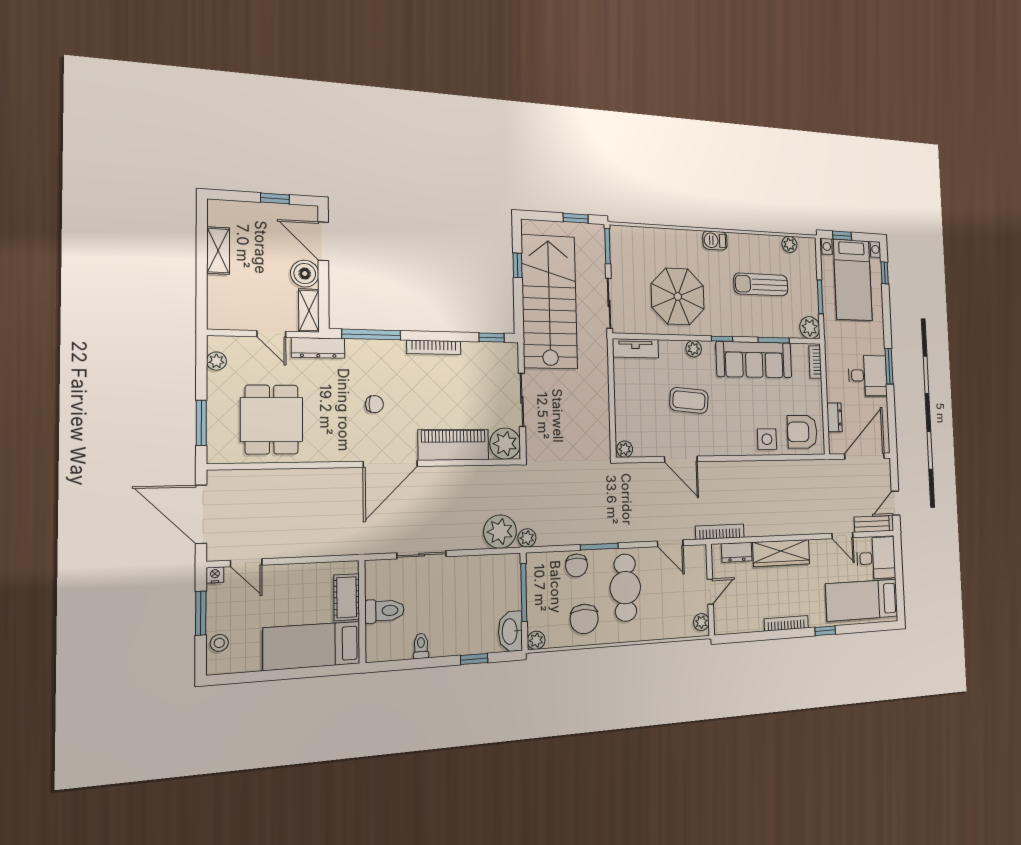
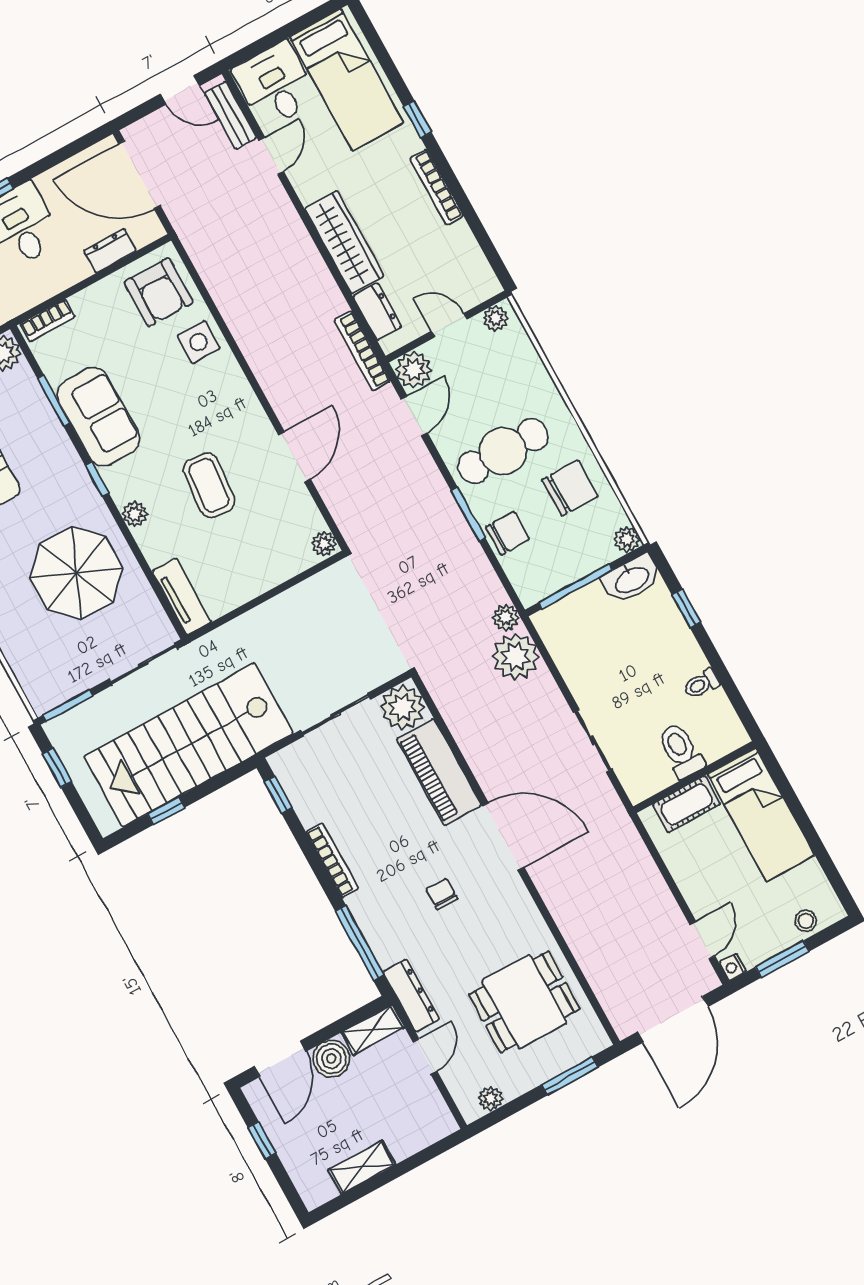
sofa: (754, 360) -> (98, 417), width x0.73
plant: (696, 557) -> (414, 370), added

